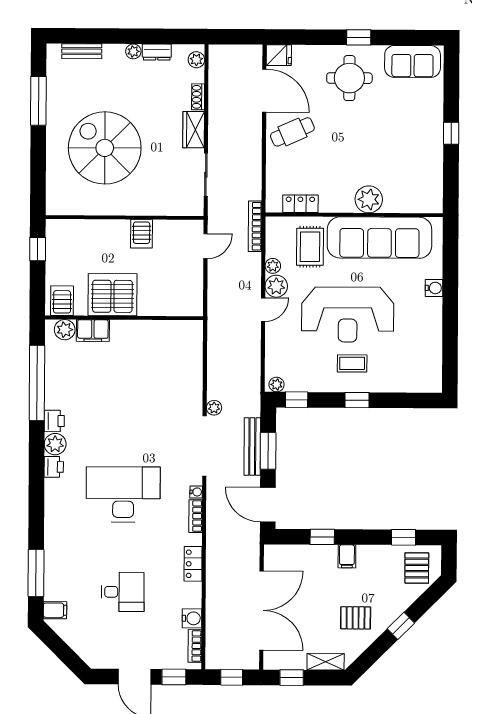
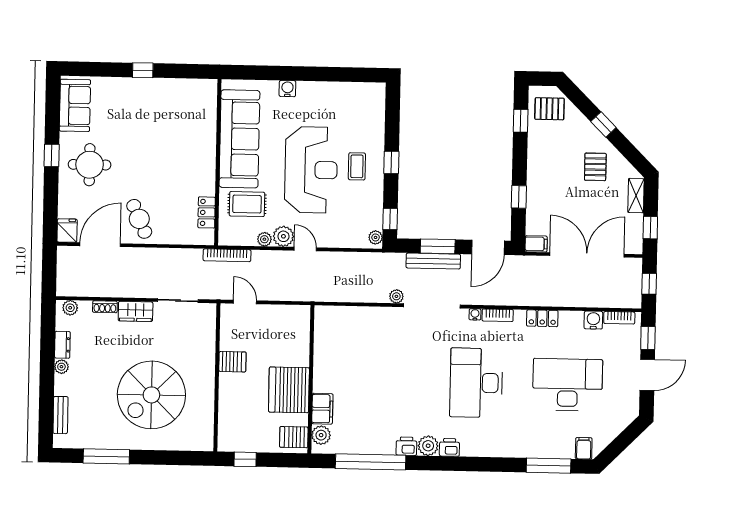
plant: (369, 199) -> (203, 148), removed
filing cabinet: (347, 556) -> (536, 244), moved
desk: (123, 592) -> (568, 385), width x1.87, depth x1.30

